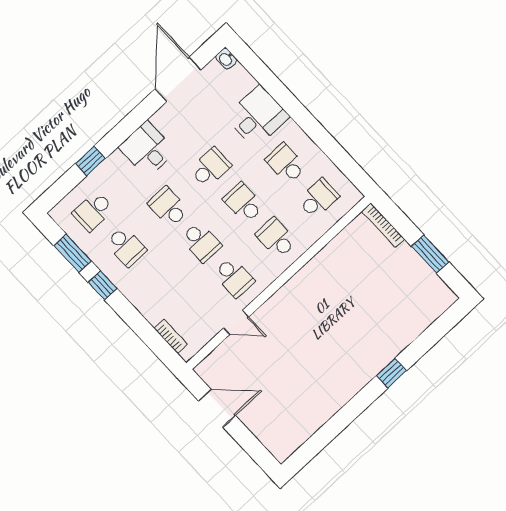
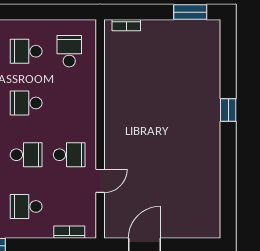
bookcase: (383, 225) -> (126, 25), width x0.64
school desk: (276, 238) -> (26, 206), moved
window: (430, 254) -> (190, 12), moved

